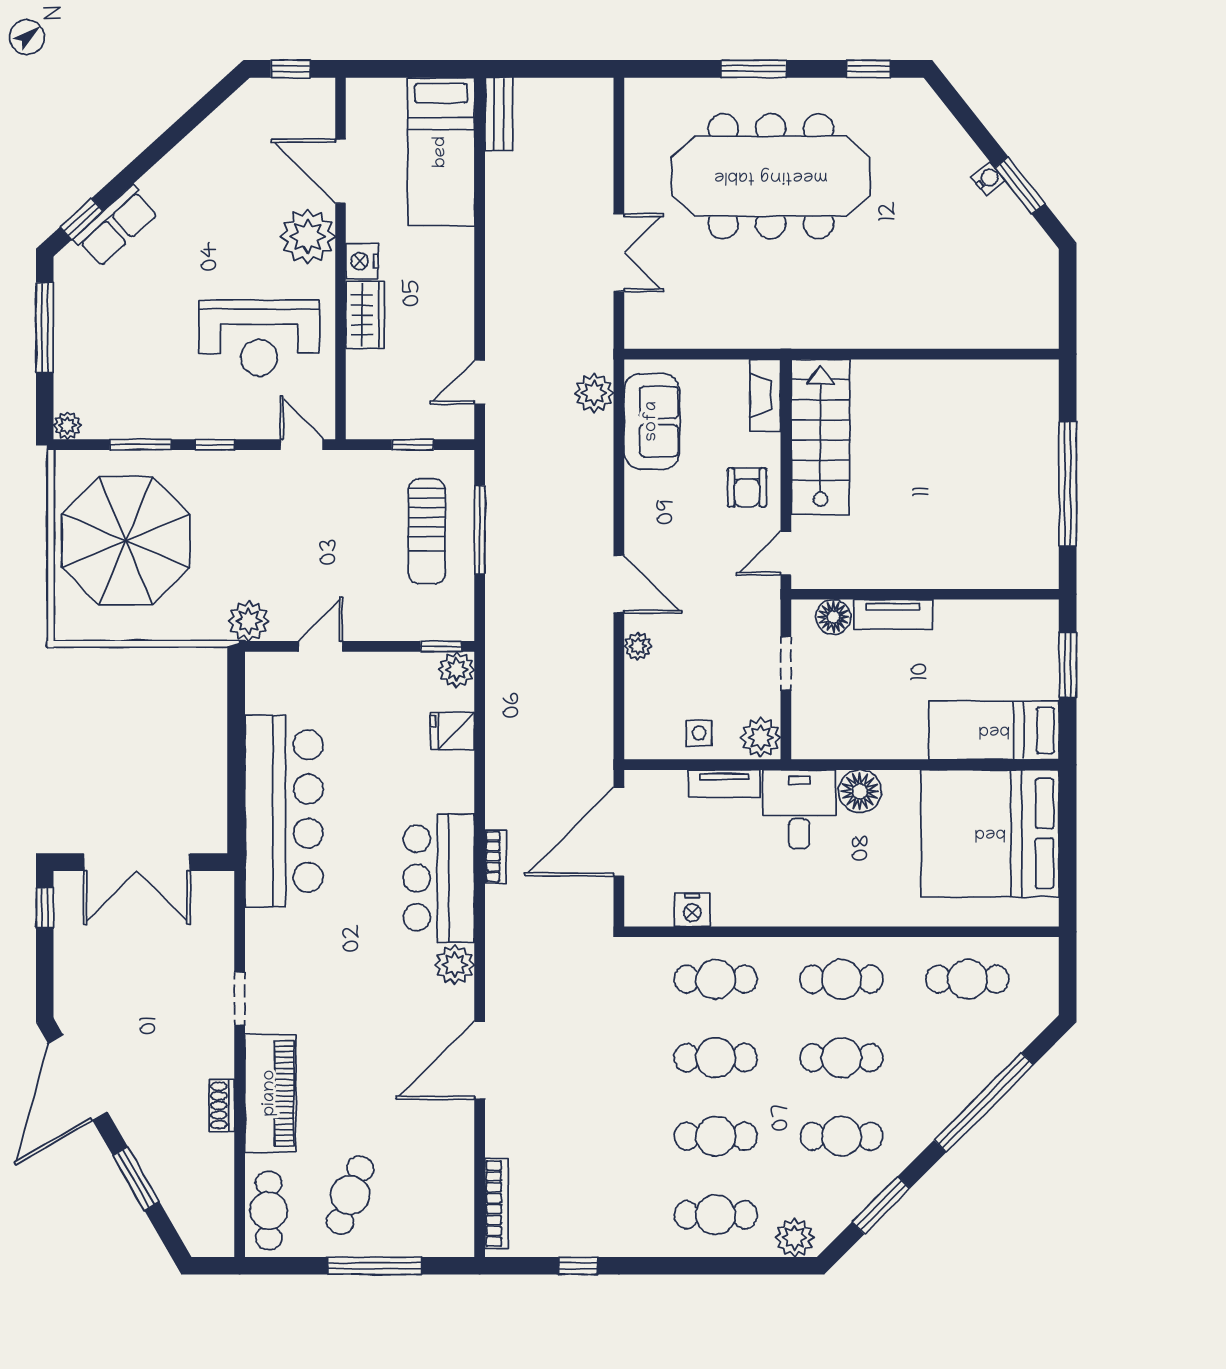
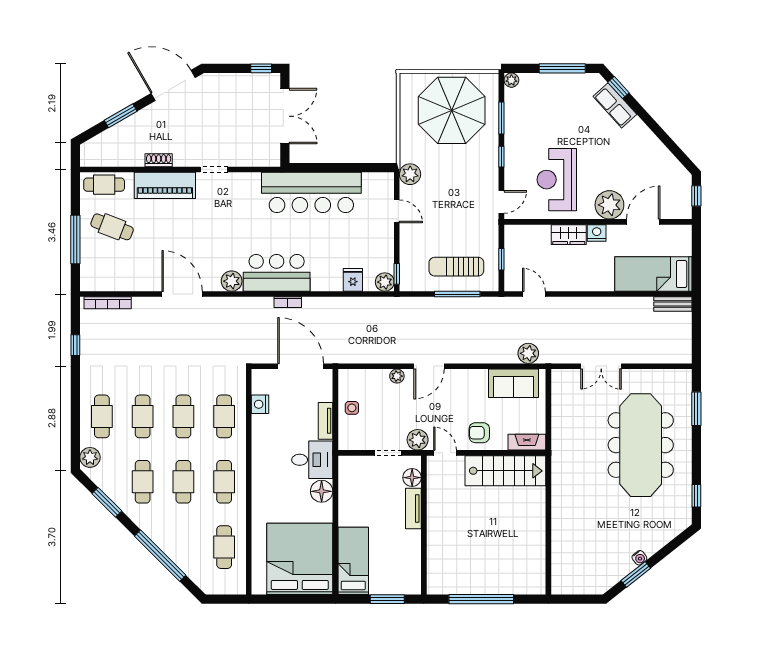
window: (754, 69) -> (696, 409), moved
plant: (761, 737) -> (418, 440), moved
double door: (137, 862) -> (285, 116), swing flipped

